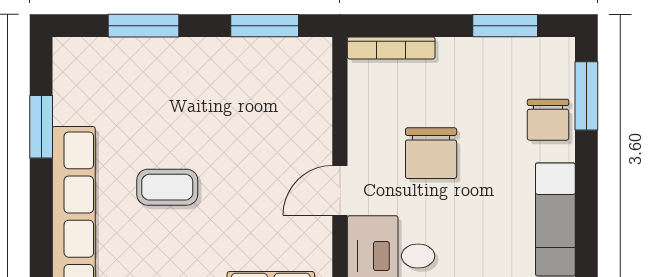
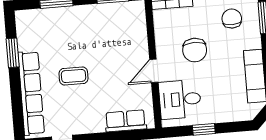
chair: (548, 120) -> (232, 19), moved, turned 180

